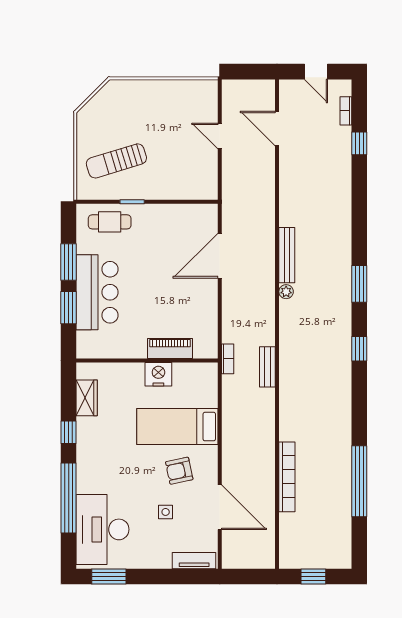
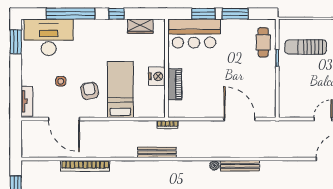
sun lounger: (116, 161) -> (306, 47), turned -73
bar counter: (97, 292) -> (194, 34), moved
bench: (267, 367) -> (157, 152), width x1.36
door: (220, 507) -> (64, 119), hinge flipped

